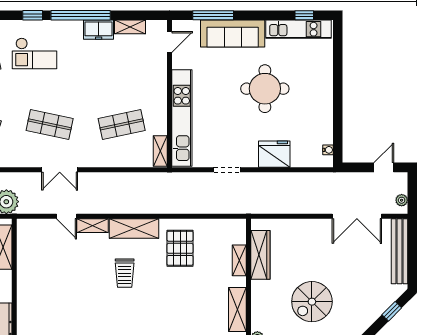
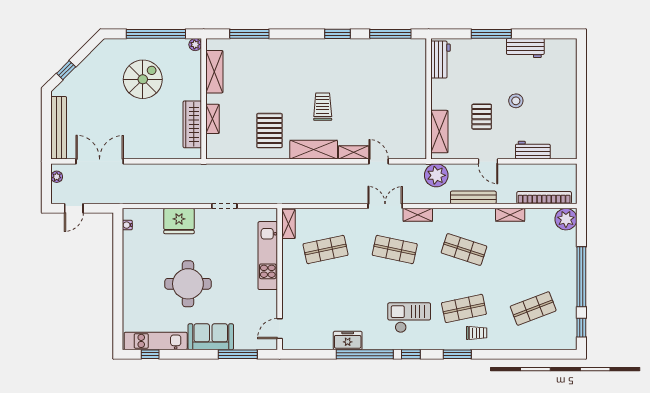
shelving: (130, 27) -> (418, 215), moved
sofa: (233, 34) -> (211, 337), width x0.73
kitchen unit: (182, 118) -> (268, 256), width x0.73

